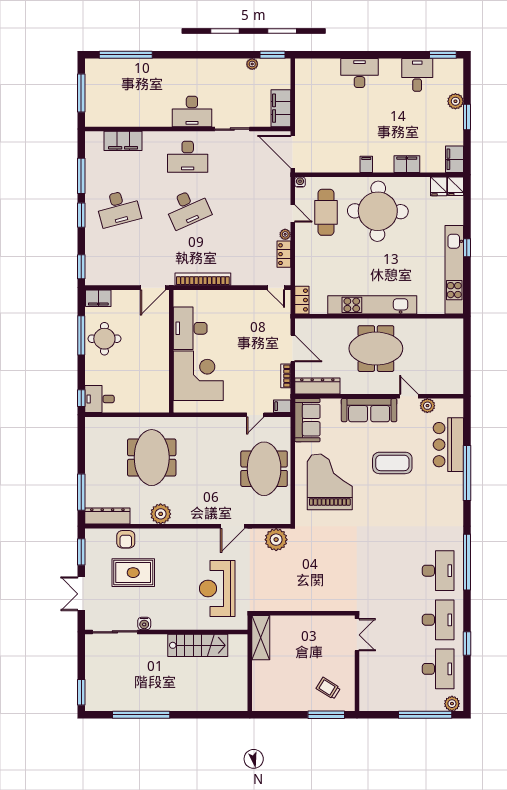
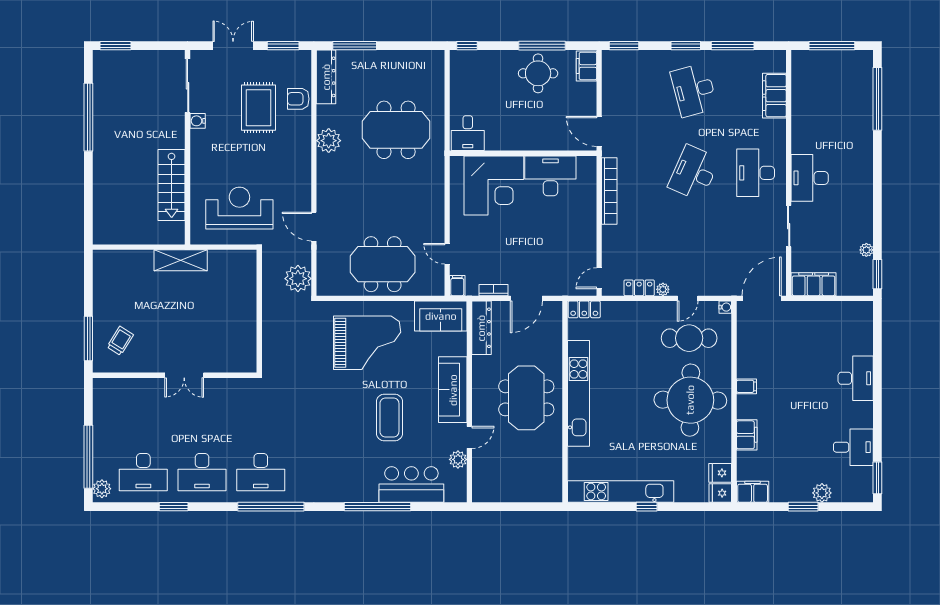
desk: (188, 208) -> (694, 173), turned 48
desk: (100, 399) -> (468, 133), moved, turned 180
wall: (303, 613) -> (259, 311), moved

